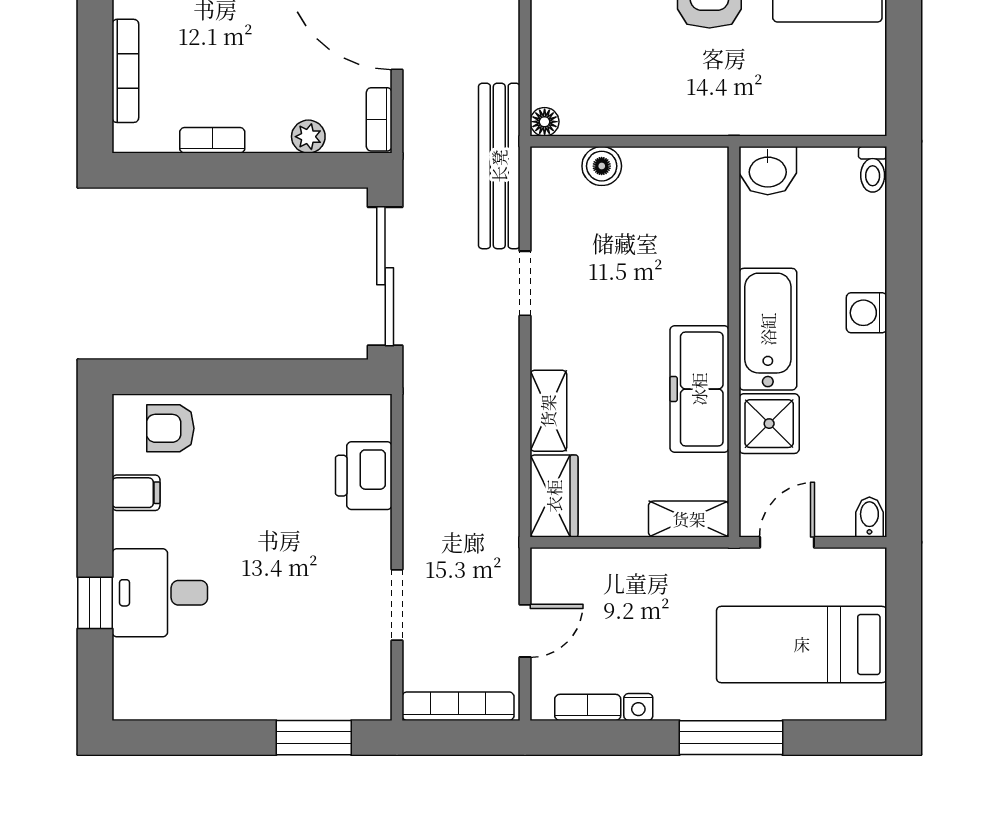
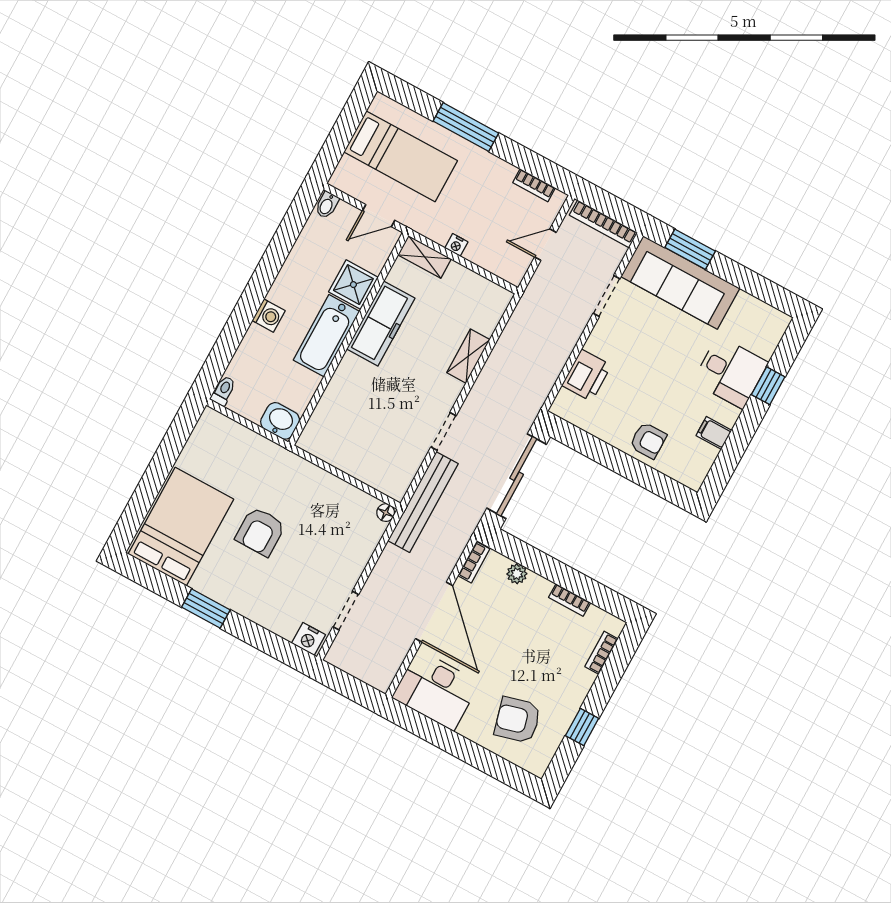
bookcase: (125, 71) -> (601, 653), width x0.64
boiler: (602, 166) -> (368, 472), removed
armchair: (170, 428) -> (648, 440), moved
wardrobe: (554, 496) -> (490, 309), removed
sofa: (302, 682) -> (680, 282), added
nightstand: (638, 707) -> (456, 245), moved, turned 180

